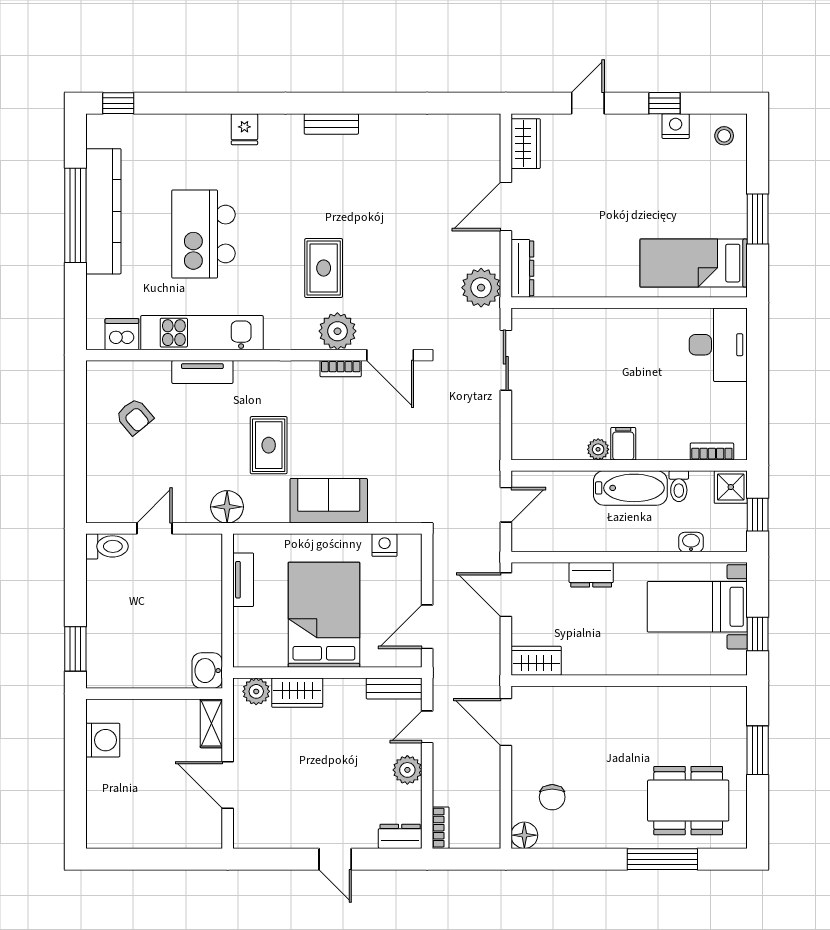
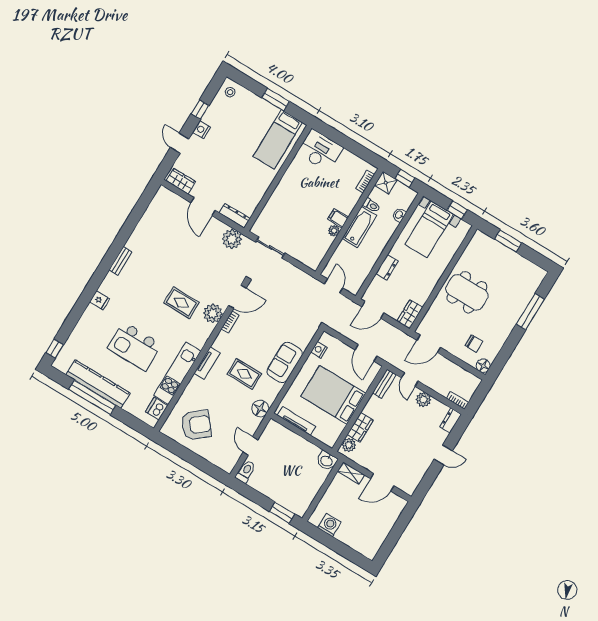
nightstand: (676, 126) -> (202, 130), moved
tv unit: (202, 372) -> (207, 363), moved
armchair: (134, 417) -> (196, 425), width x1.88, depth x1.88
tv unit: (243, 580) -> (296, 421), width x1.41
dining table: (688, 801) -> (467, 292), moved, turned 90

